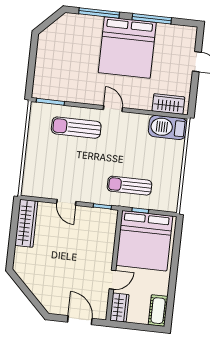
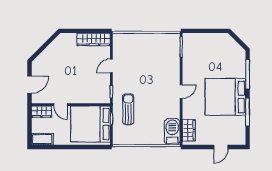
sun lounger: (76, 128) -> (165, 67), removed

